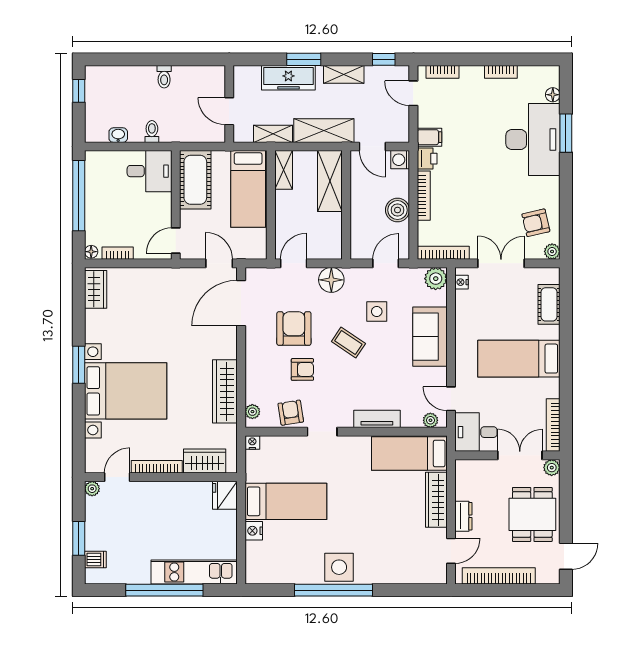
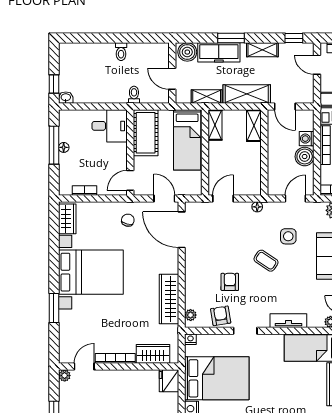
boiler: (248, 77) -> (187, 52), added
window: (79, 91) -> (54, 84), moved
toilet: (152, 131) -> (134, 95), moved
washbasin: (118, 135) -> (66, 98), moved
washing machine: (400, 160) -> (307, 139), moved
shelving: (330, 181) -> (254, 126), width x0.67, depth x0.75
window: (79, 196) -> (54, 145), width x0.68
floor lamp: (91, 252) -> (64, 147), moved
floor lamp: (331, 280) -> (257, 207), width x0.53, depth x0.53
chair: (173, 291) -> (128, 220), added
door: (241, 303) -> (182, 230), hinge flipped
armchair: (294, 328) -> (223, 250), removed
window: (79, 365) -> (54, 308), moved
armchair: (302, 369) -> (230, 282), turned -90
bed with nightstands: (126, 391) -> (91, 272), moved
bed: (286, 501) -> (217, 378), width x1.50

